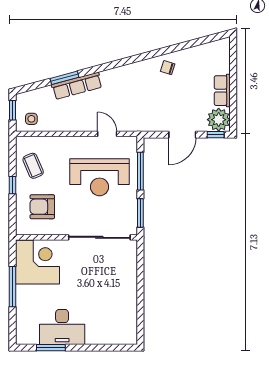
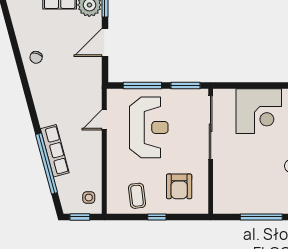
window: (64, 78) -> (47, 163), width x2.11
door: (182, 135) -> (105, 42), swing flipped
coffee table: (33, 166) -> (137, 196), turned -74
corner desk: (37, 262) -> (259, 111), moved, turned 180

